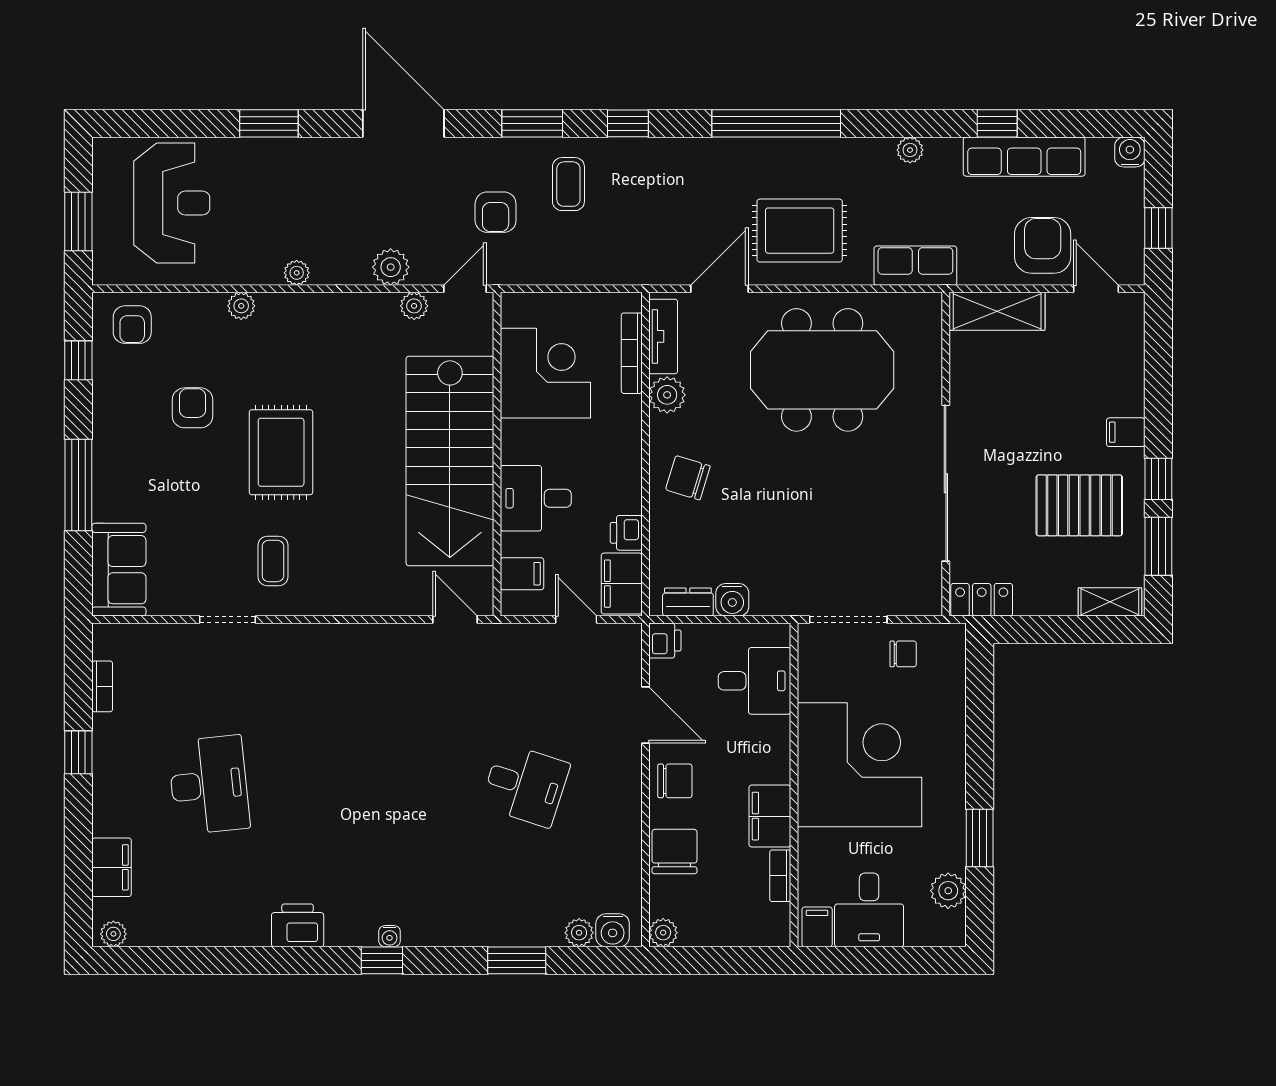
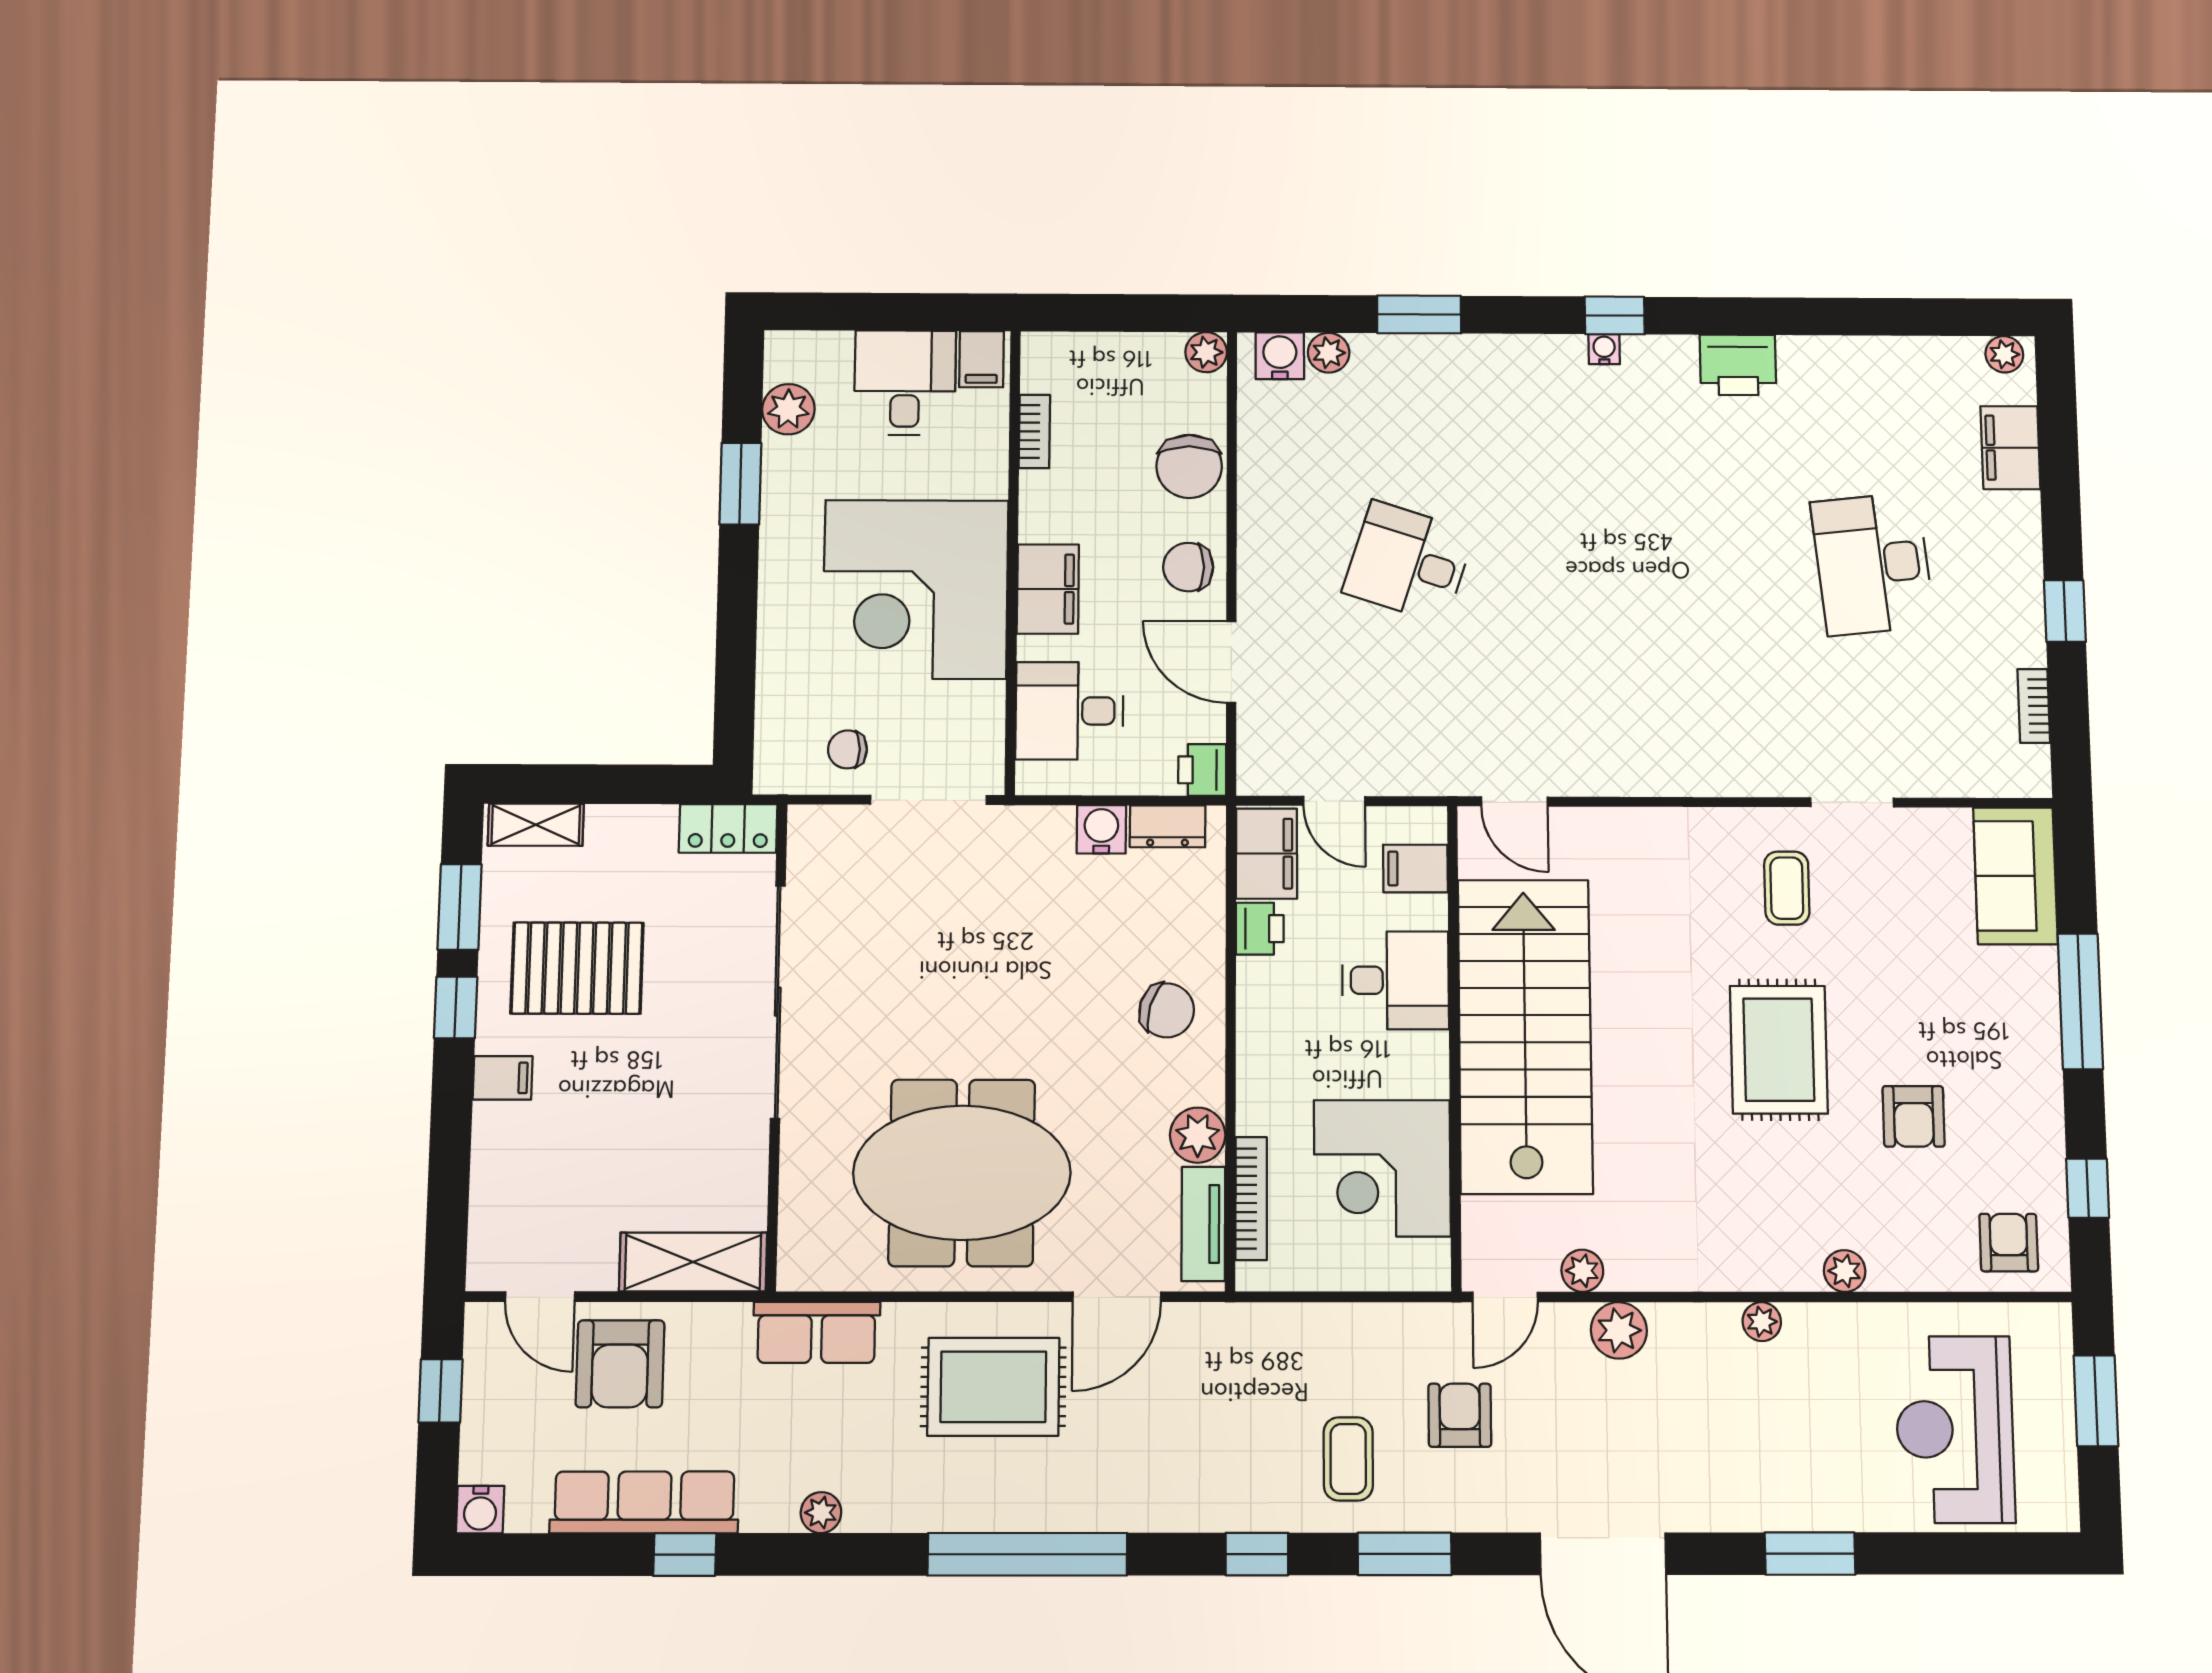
filing cabinet: (770, 816) -> (1048, 589), moved

